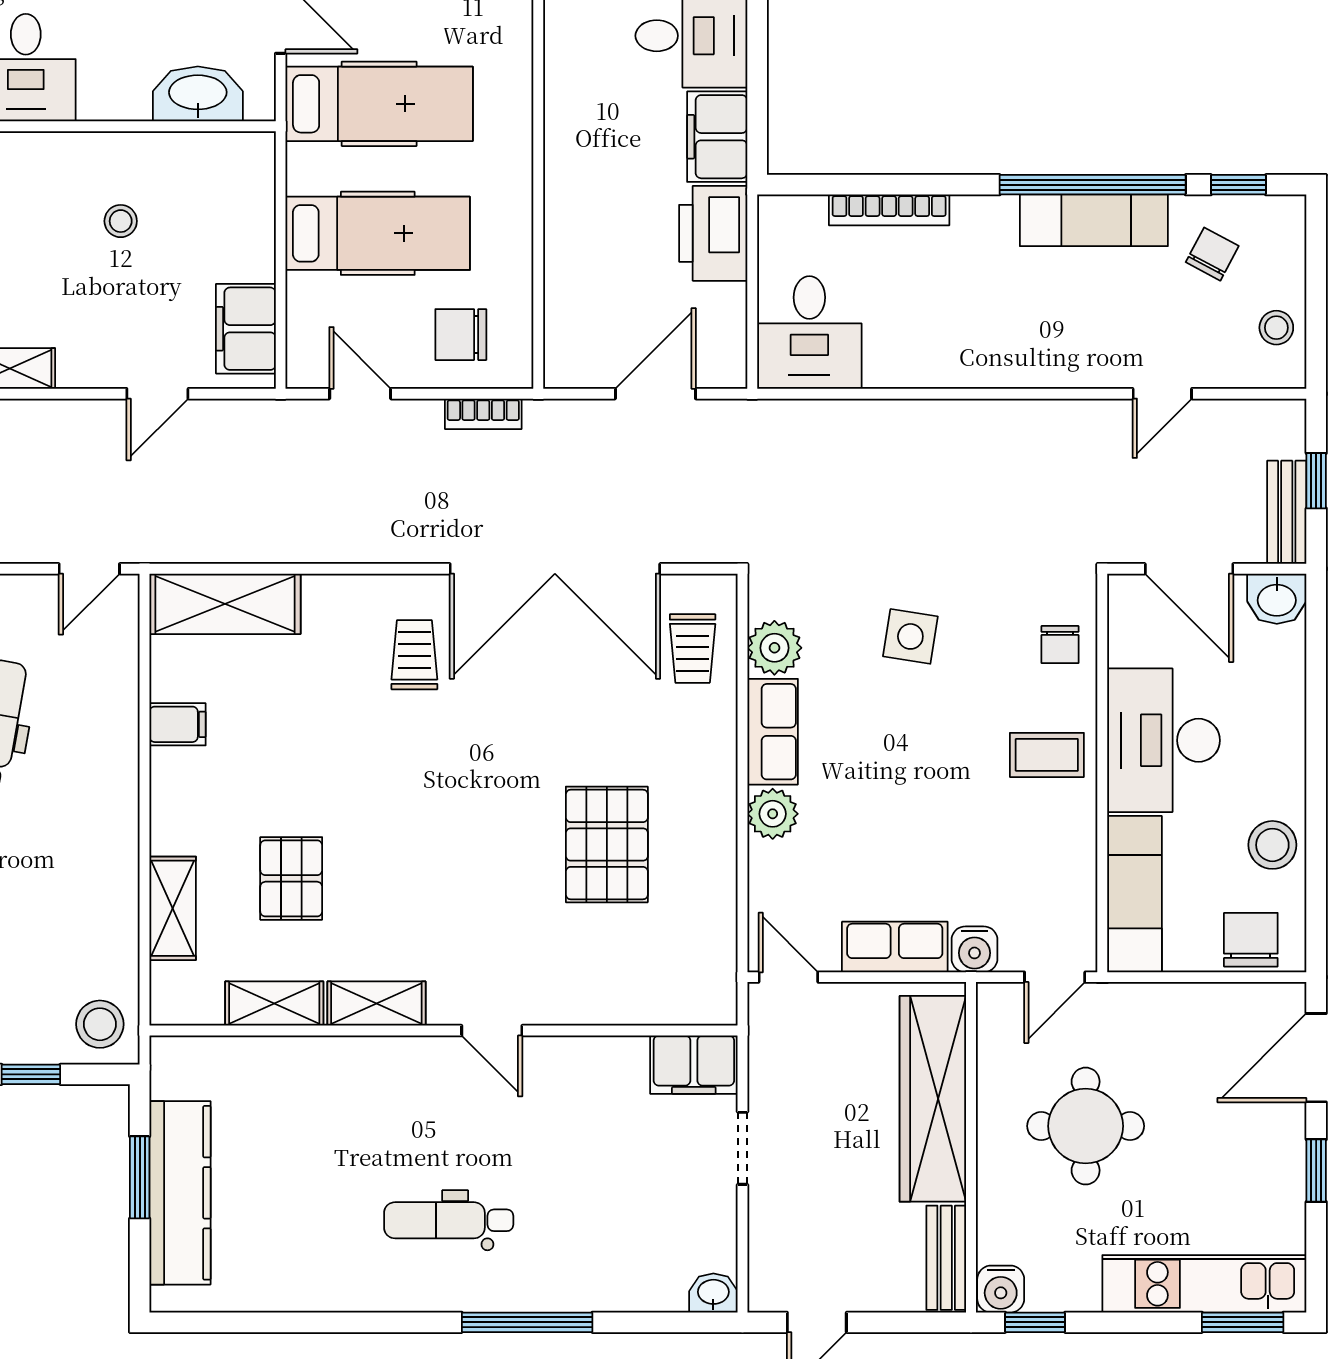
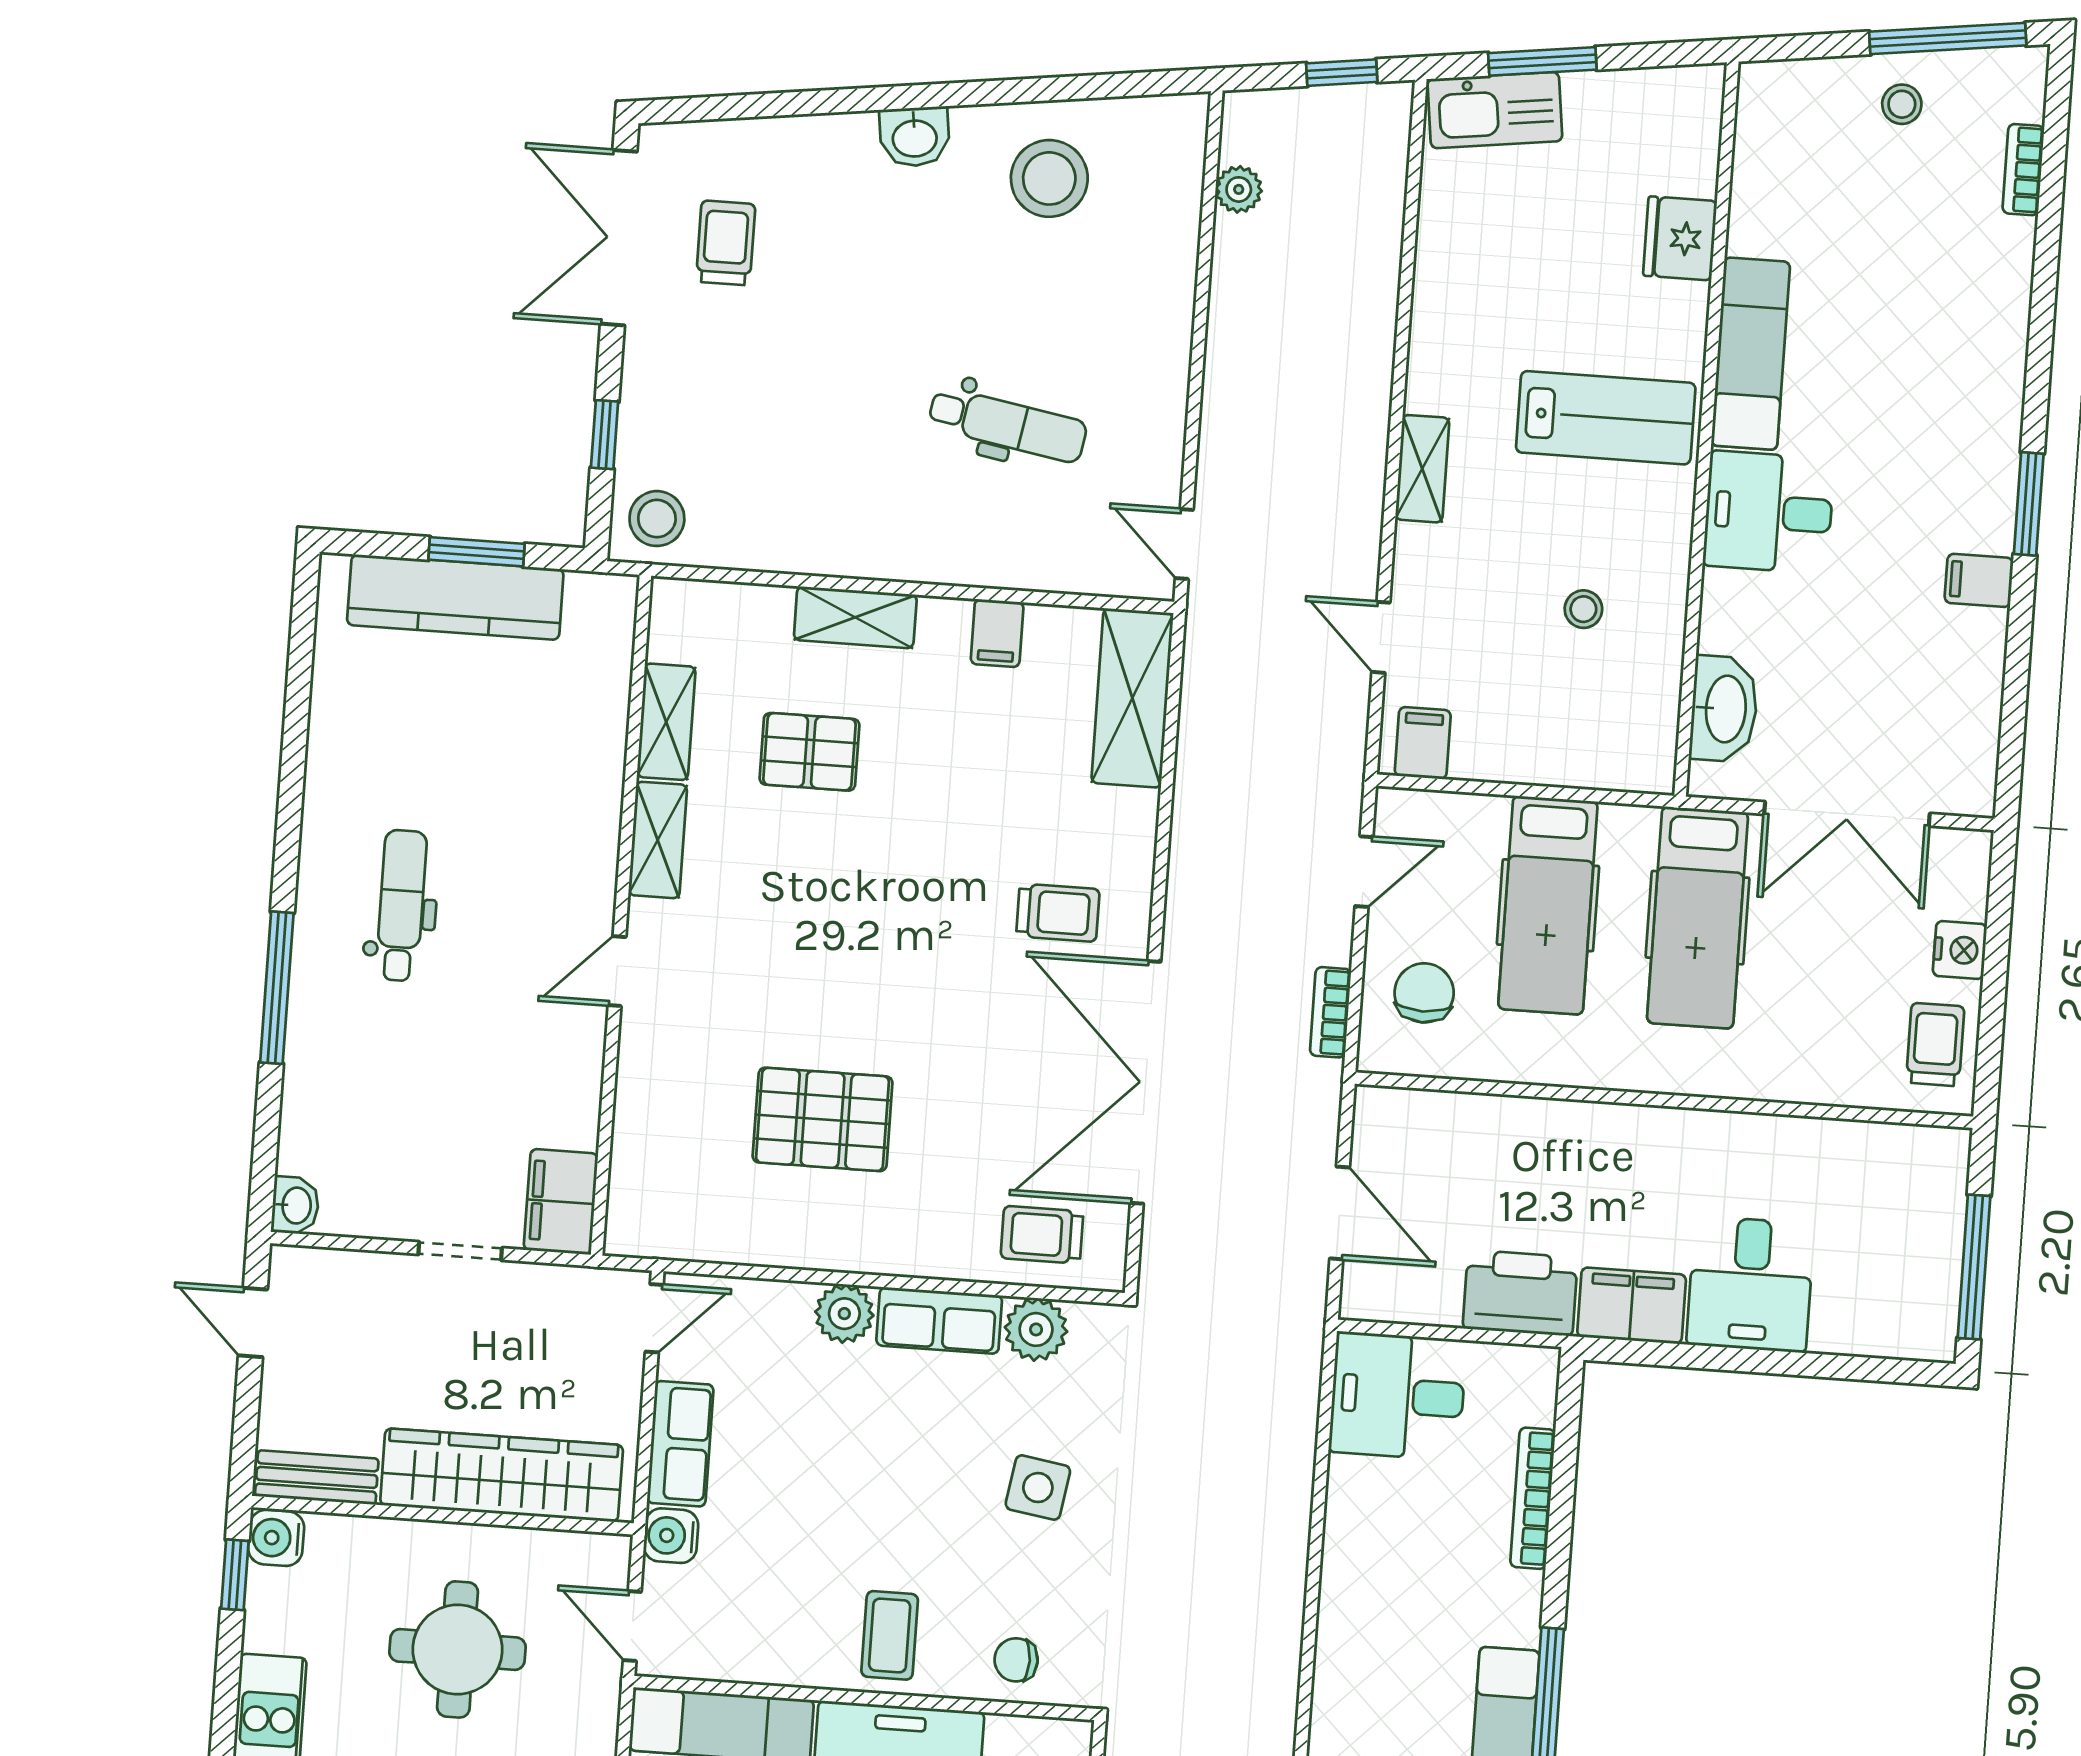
filing cabinet: (246, 329) -> (1423, 743), width x0.50
shelving: (173, 908) -> (855, 617), moved

